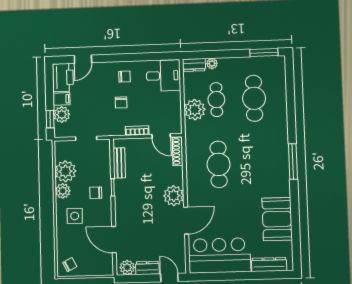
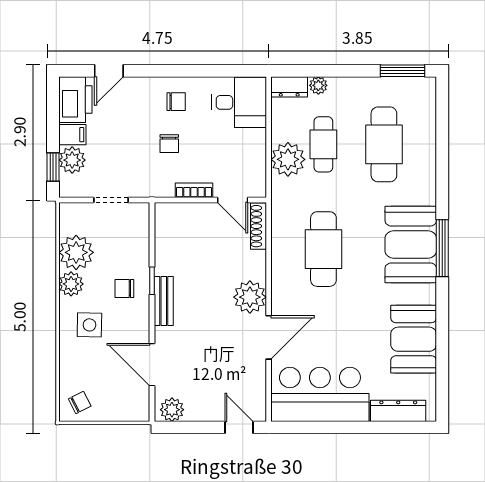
booth: (273, 160) -> (411, 244), added
bench: (119, 163) -> (164, 301), moved
dresser: (147, 268) -> (204, 411), removed

